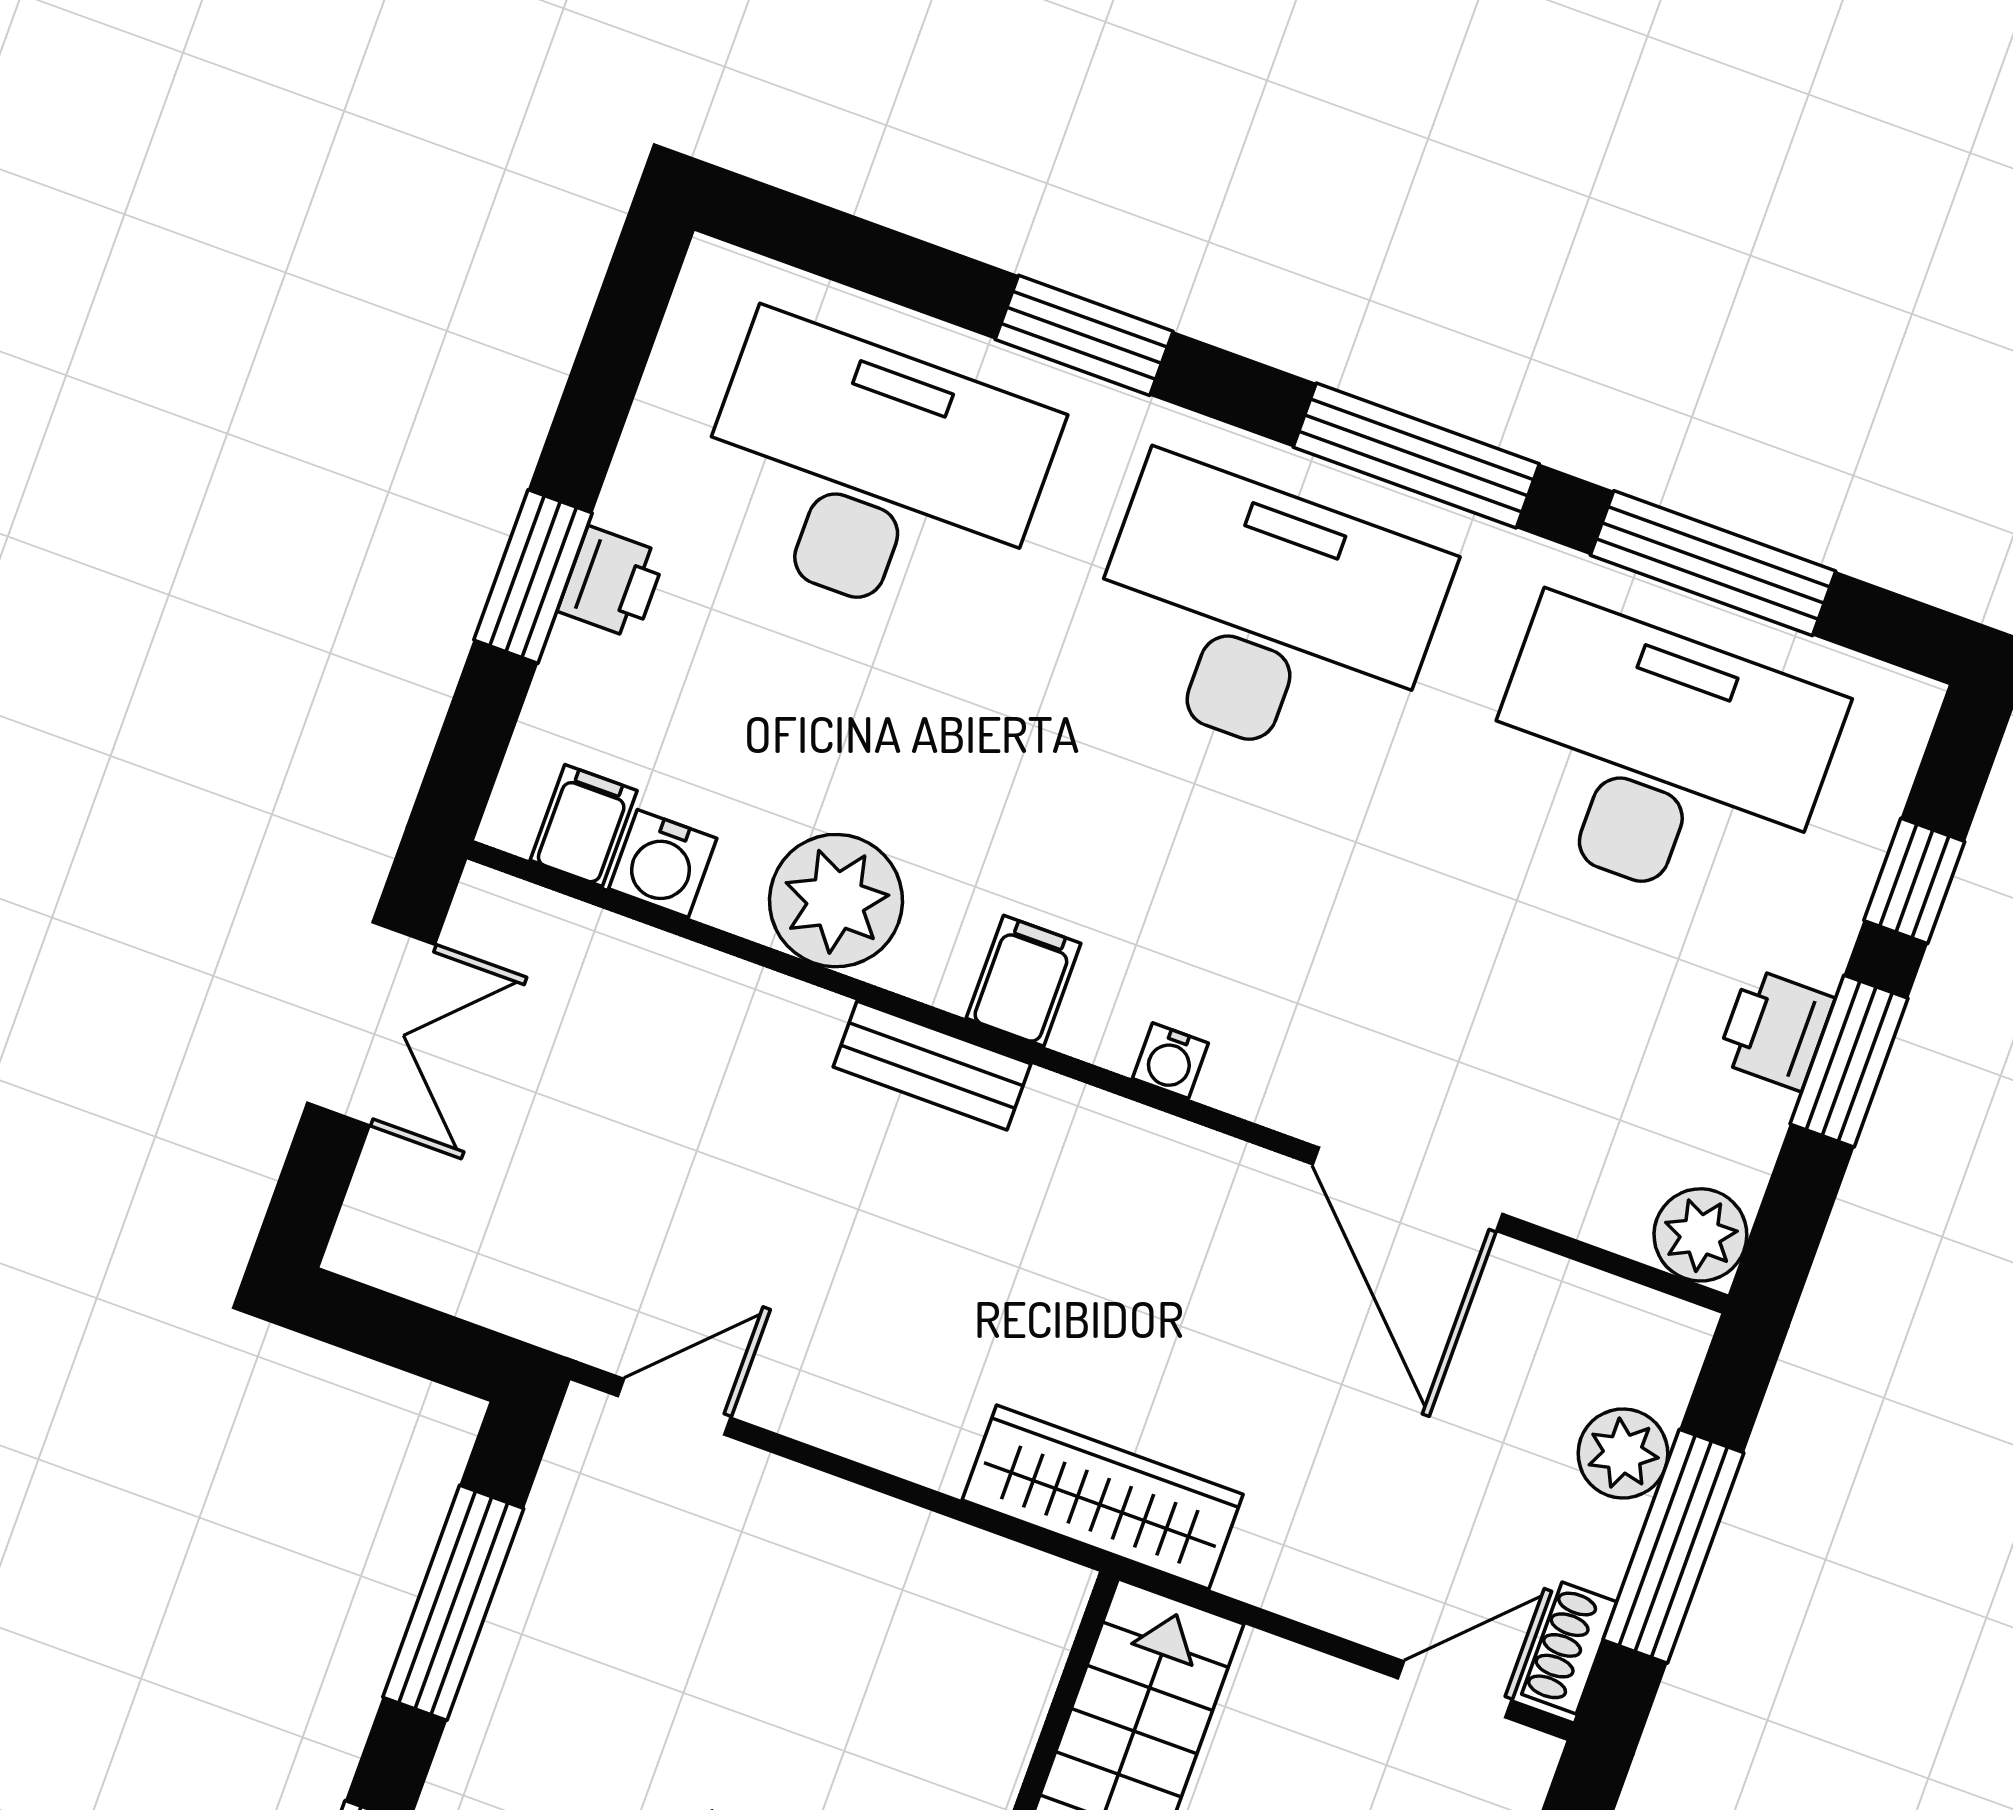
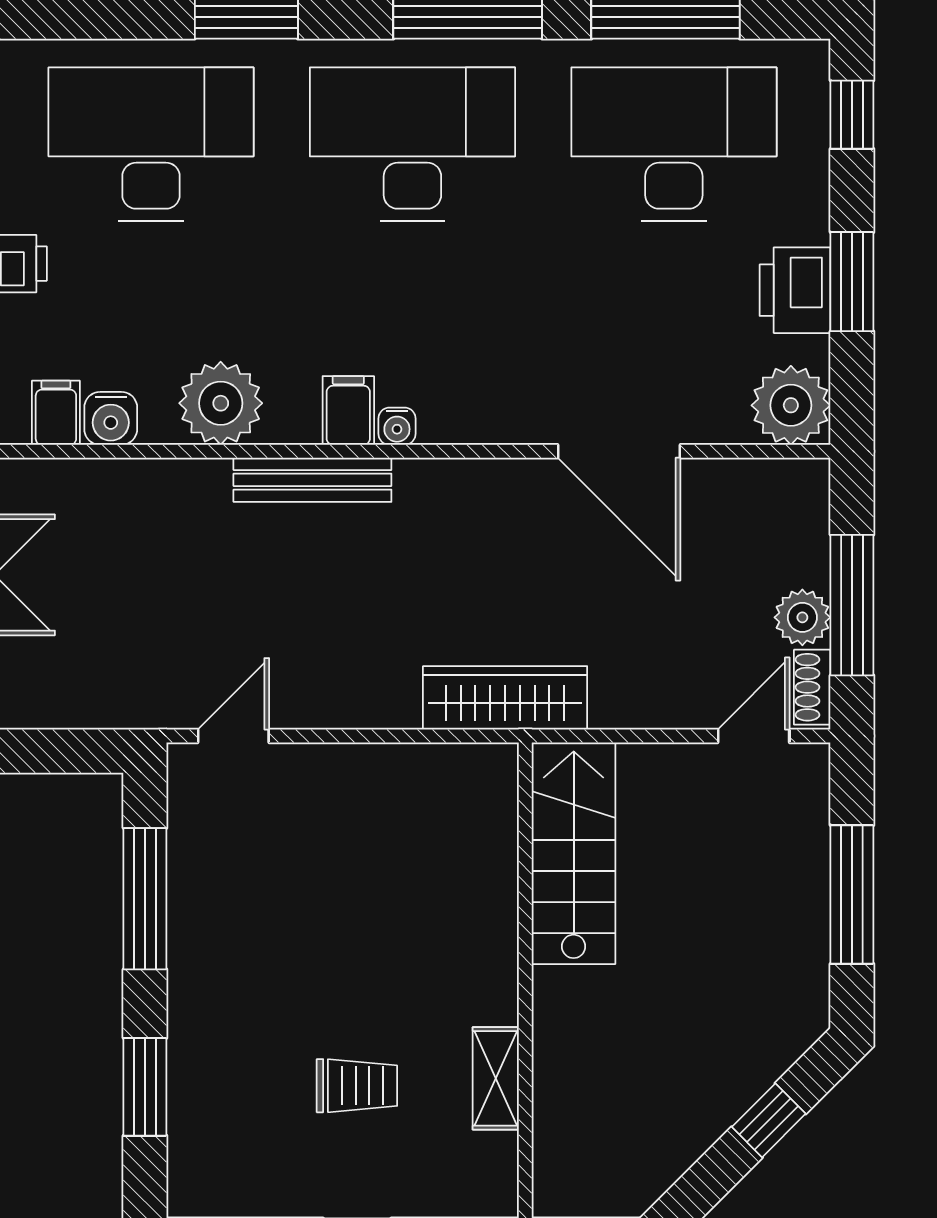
window: (1914, 881) -> (852, 115), moved
printer: (1776, 1029) -> (795, 290), width x1.36, depth x1.24
water cooler: (1170, 1061) -> (397, 426), moved
bench: (932, 1065) -> (312, 480), width x1.36
plant: (1700, 1235) -> (791, 405), width x1.36, depth x1.36
plant: (1623, 1454) -> (802, 617), moved

